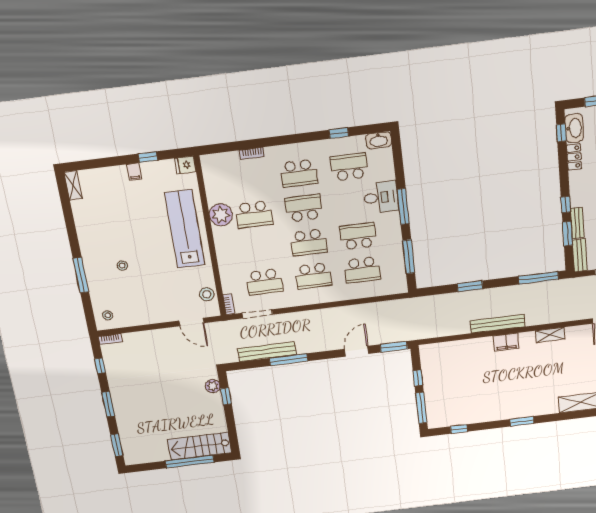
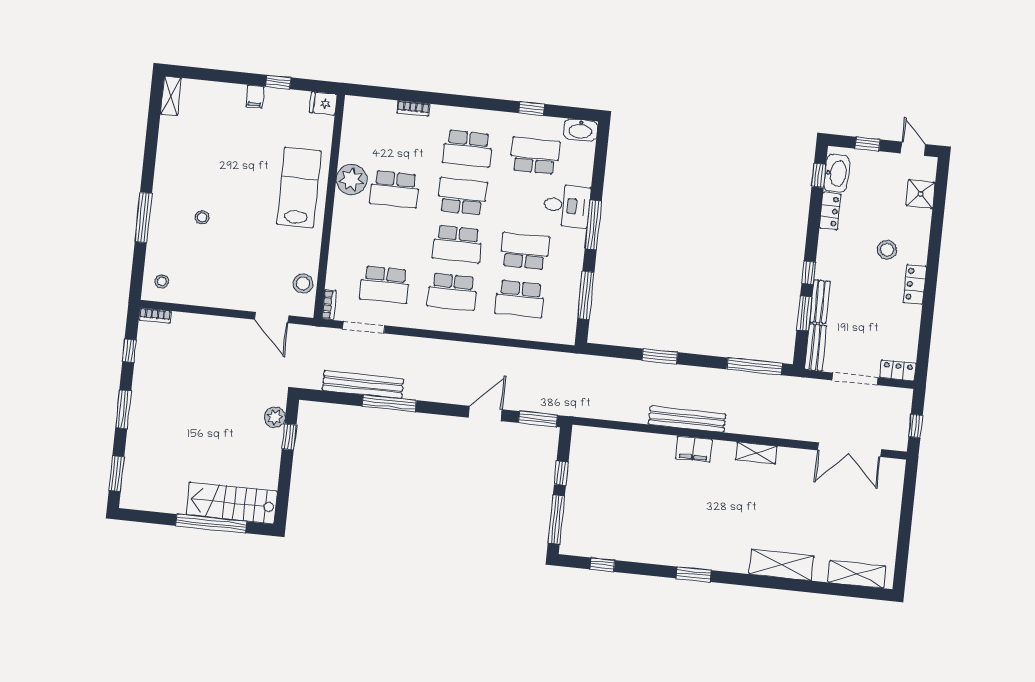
lab bench: (185, 229) -> (299, 187), width x0.73

